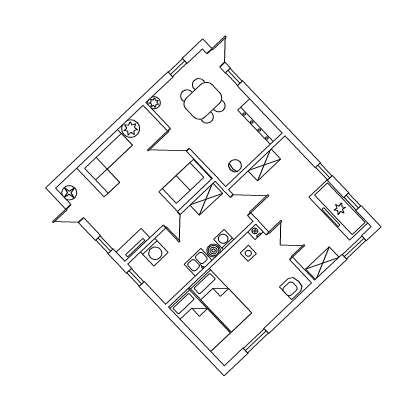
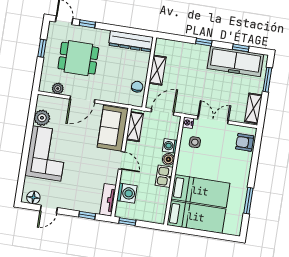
plant: (154, 103) -> (58, 89), moved
armchair: (292, 287) -> (245, 142), turned 90

